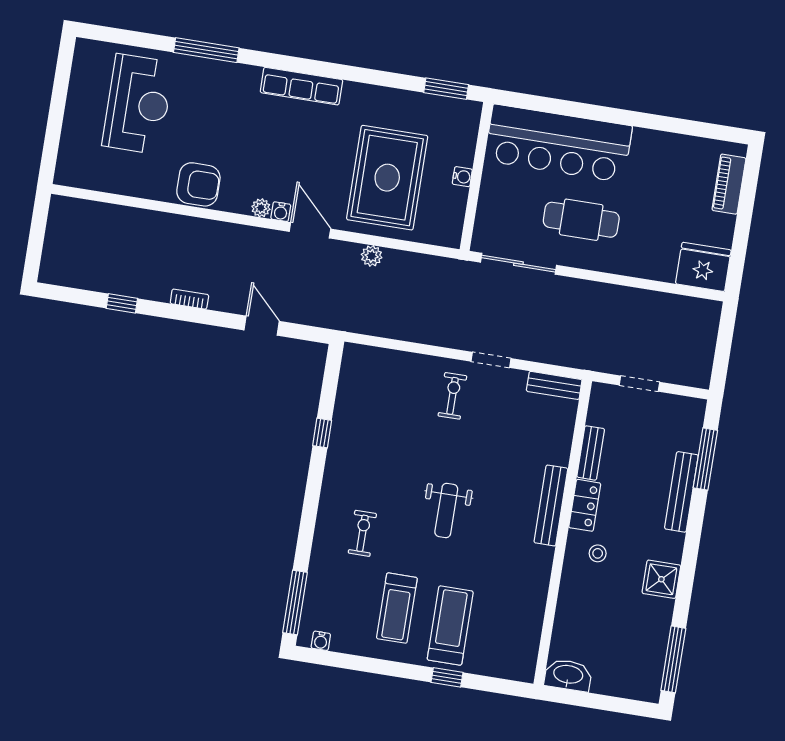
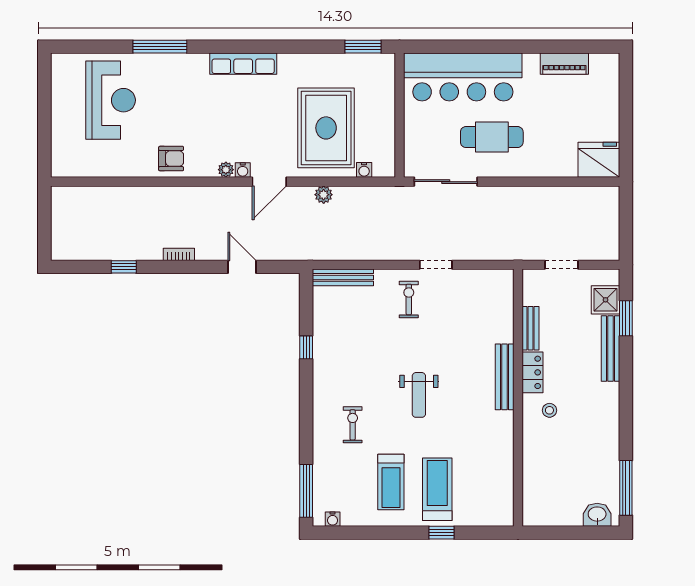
water cooler: (462, 177) -> (364, 170), moved, turned 90
armchair: (198, 184) -> (171, 159), width x0.72, depth x0.72
piano: (729, 184) -> (564, 64), moved, turned -90
door: (310, 230) -> (269, 182), swing flipped
bench: (554, 385) -> (343, 277), moved, width x1.36
window: (705, 459) -> (626, 318), width x0.69
shower: (661, 579) -> (606, 300), moved
washbasin: (568, 675) -> (597, 515), moved, width x0.72

